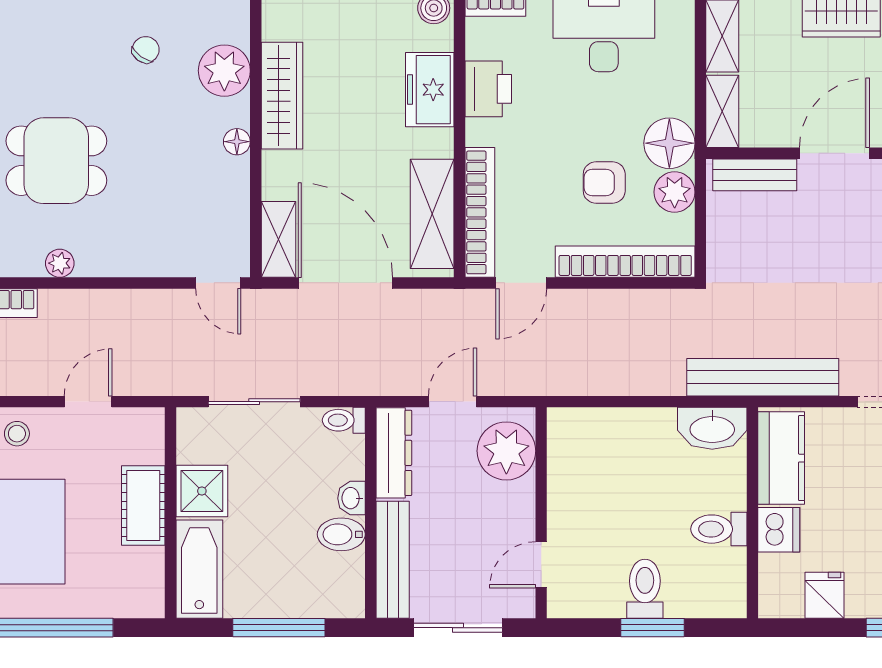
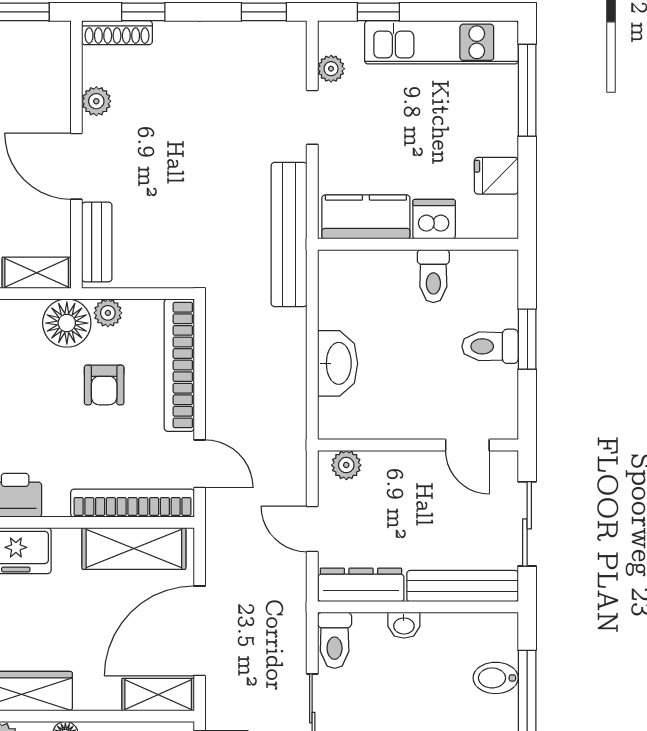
plant: (675, 192) -> (108, 313), width x0.73, depth x0.73
toilet: (344, 420) -> (335, 640), width x1.37, depth x1.39
washbasin: (712, 428) -> (338, 363), moved
plant: (506, 451) -> (346, 465), width x0.53, depth x0.53
bidet: (341, 534) -> (496, 678), moved, turned 90

